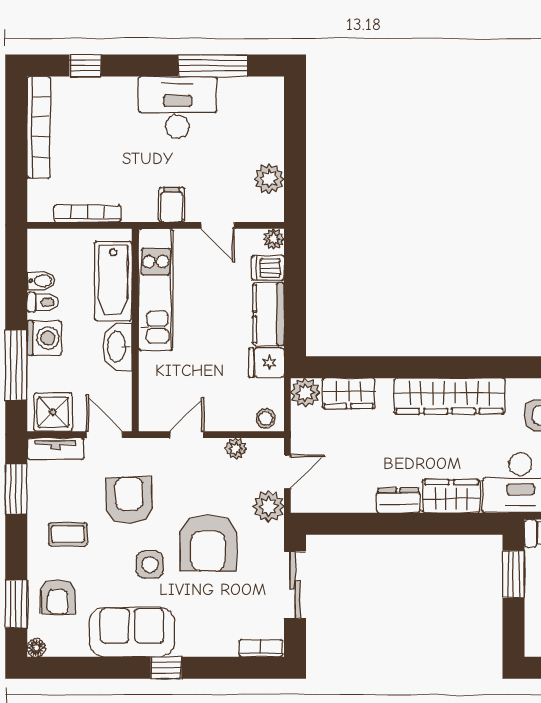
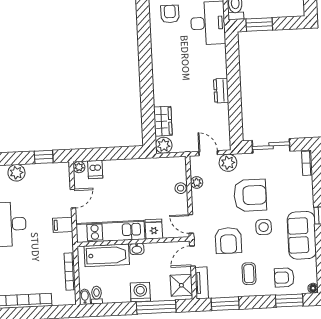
window: (295, 177) -> (44, 157), added
plant: (269, 179) -> (16, 173), moved
bidet: (41, 281) -> (85, 297), moved
toilet: (43, 302) -> (97, 295), moved
kitchen counter: (268, 314) -> (121, 168), removed
washbasin: (117, 347) -> (137, 249), width x0.52, depth x0.69
fridge: (267, 362) -> (154, 229), moved, turned 180
wardrobe: (449, 396) -> (162, 65), removed
stool: (266, 418) -> (181, 188), moved
door: (187, 435) -> (191, 224), moved
wardrobe: (451, 496) -> (217, 61), removed
armchair: (129, 500) -> (228, 240), turned -88
armchair: (58, 597) -> (284, 277), turned 180

